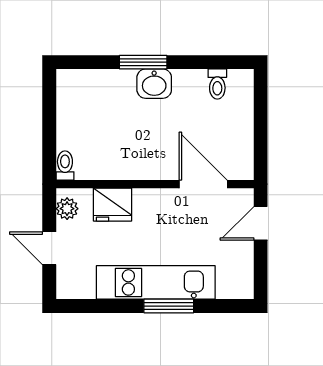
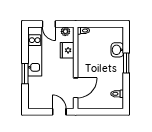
washbasin: (154, 84) -> (117, 50), moved
door: (49, 248) -> (49, 24), swing flipped
kitchen unit: (156, 282) -> (35, 52), moved

